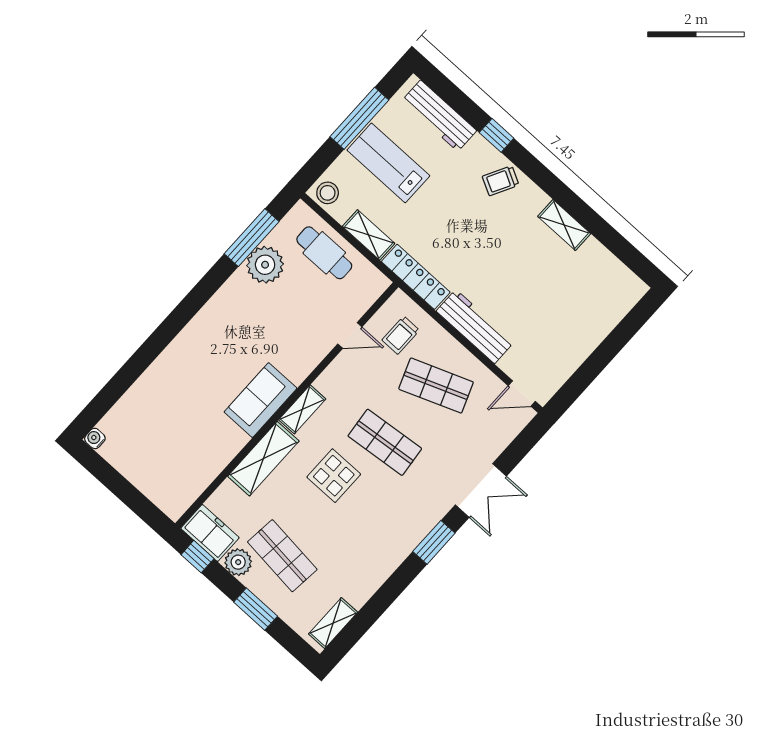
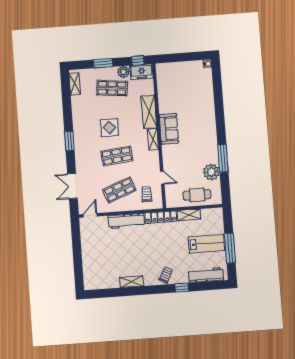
stool: (328, 193) -> (215, 215), removed
window: (252, 238) -> (223, 158), moved
door: (350, 335) -> (162, 178), swing flipped
display table: (334, 476) -> (109, 128), moved
double door: (481, 490) -> (73, 186), moved

